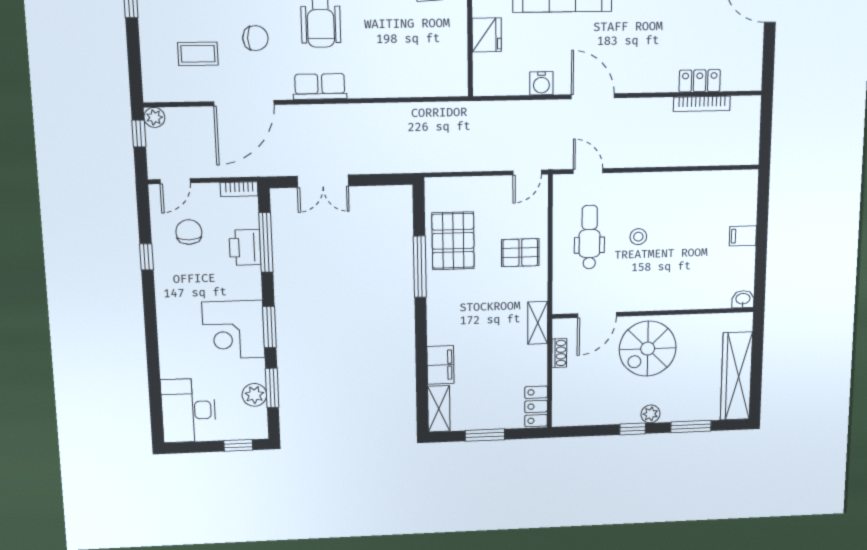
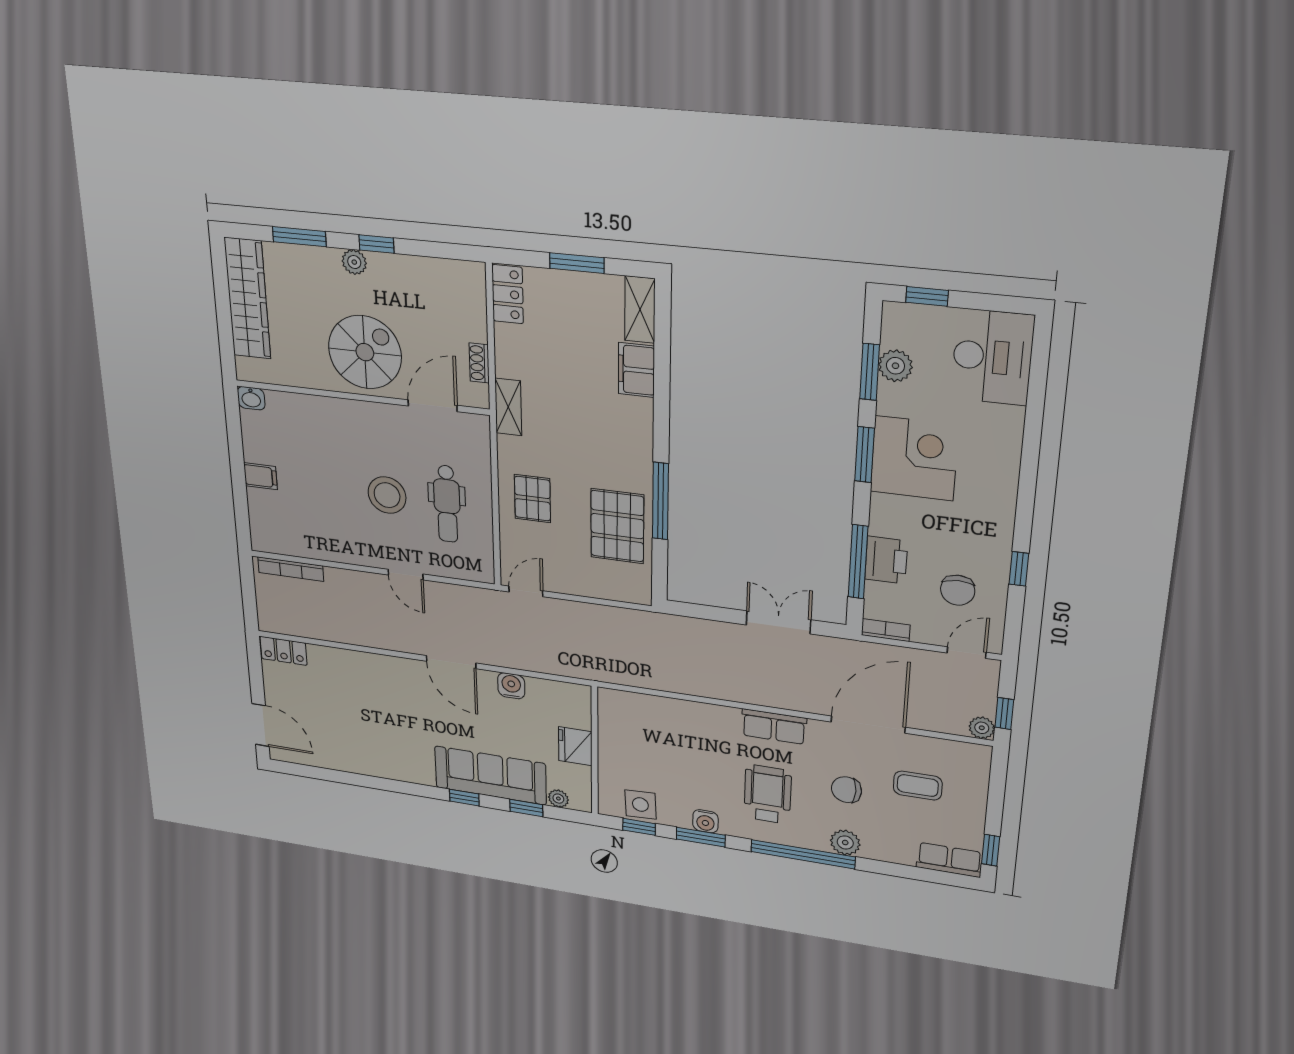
locker: (700, 81) -> (284, 651), moved
bookcase: (702, 104) -> (291, 569), moved, turned 180
door: (588, 171) -> (406, 575), moved
stool: (638, 237) -> (387, 495), width x1.89, depth x1.89
pallet: (520, 253) -> (532, 499), turned 90

